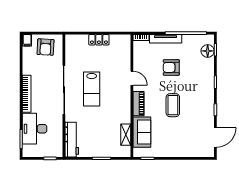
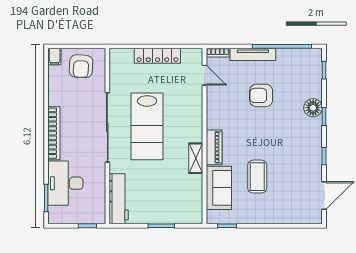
locker: (99, 40) -> (157, 56), width x1.53
floor lamp: (208, 51) -> (313, 108), moved
door: (132, 78) -> (204, 75), moved
lab bench: (92, 89) -> (147, 126), width x1.36, depth x1.39
coffee table: (173, 105) -> (257, 177), moved
shelving: (126, 135) -> (196, 158), moved

